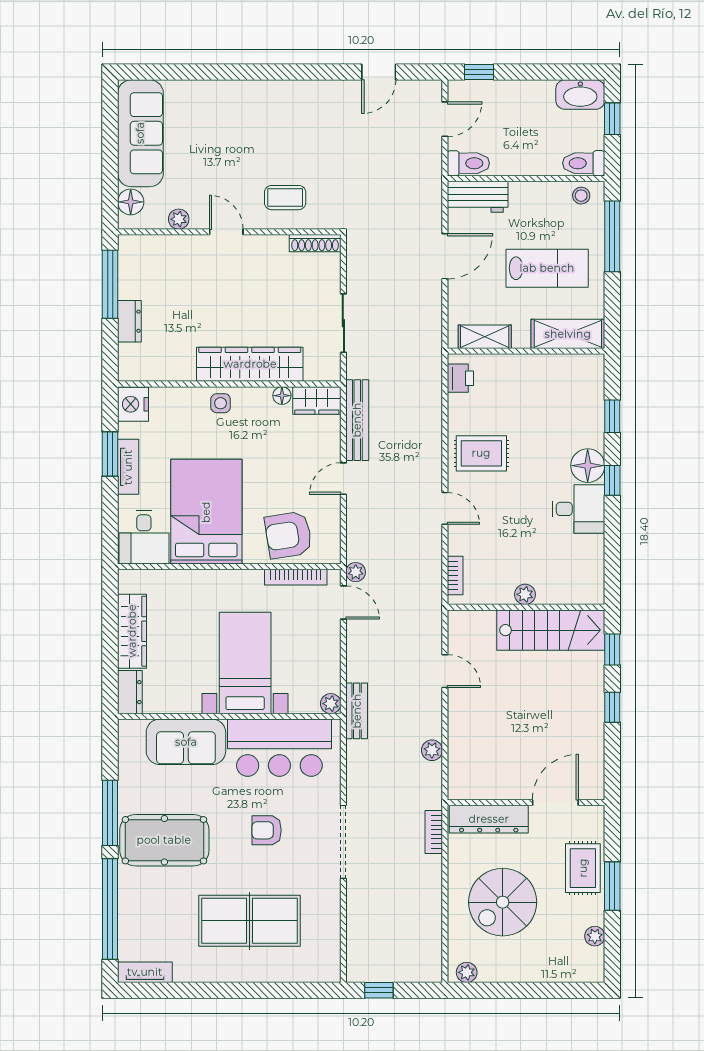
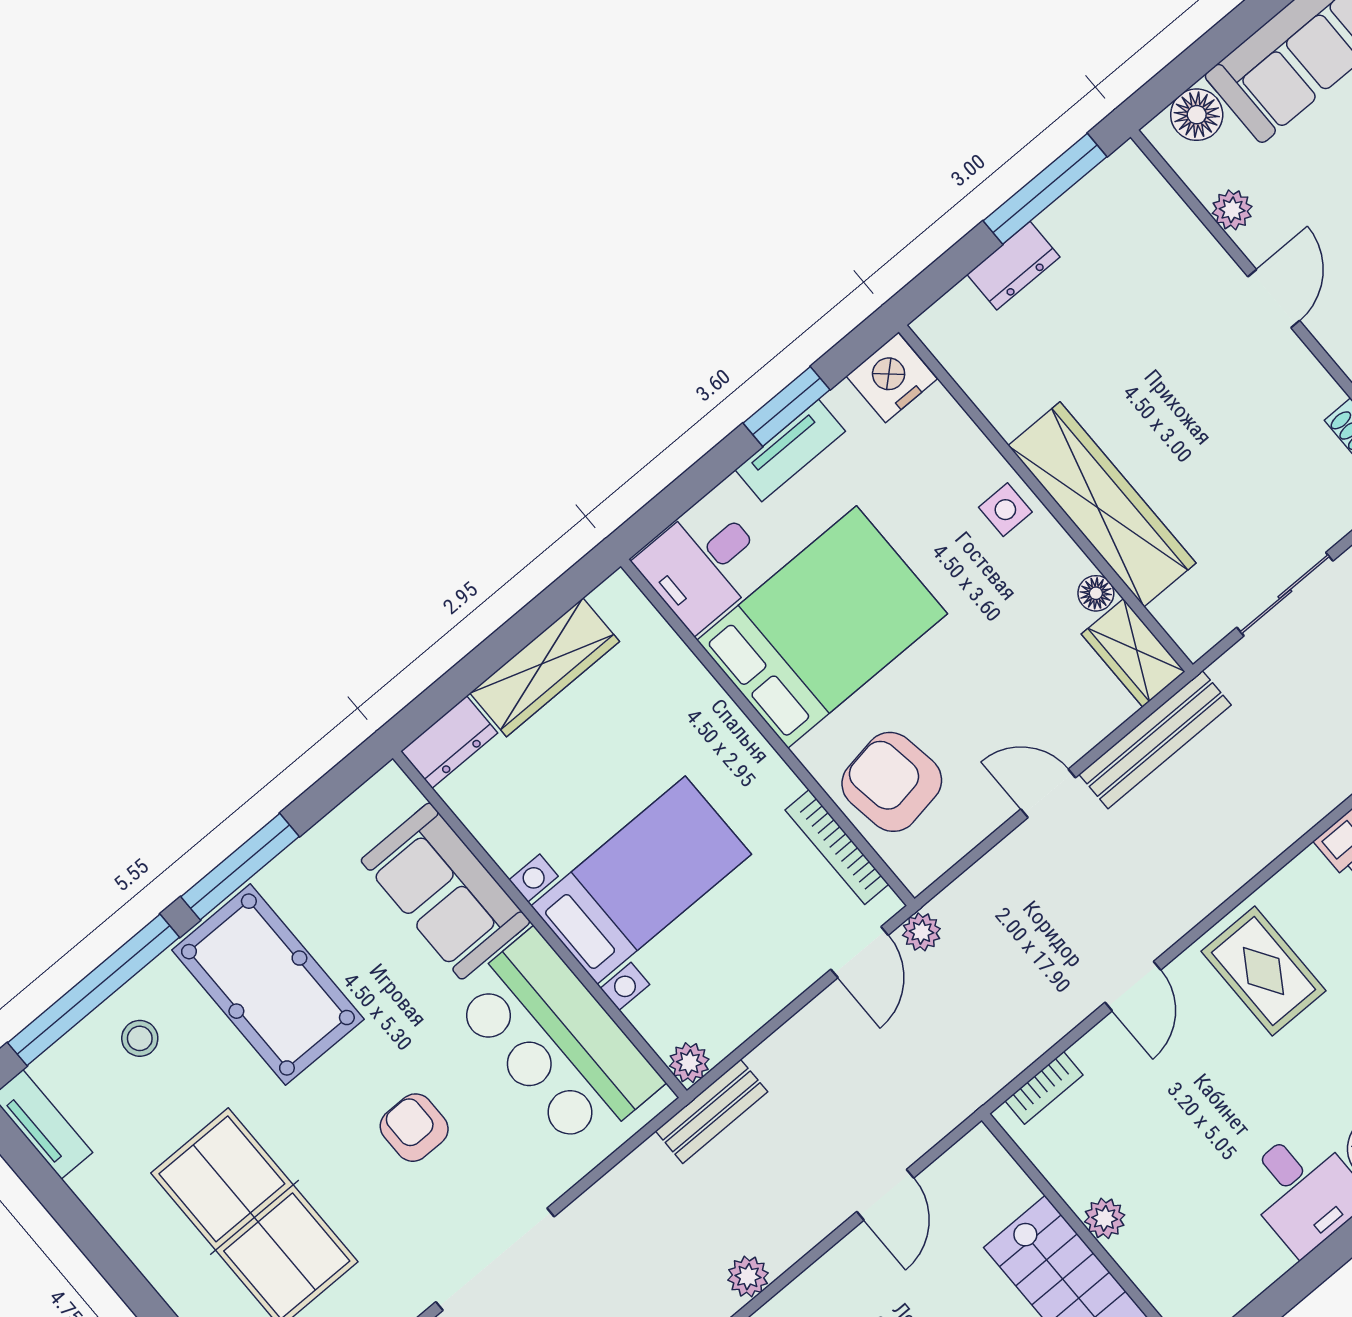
stool: (144, 907) -> (140, 1038), added

